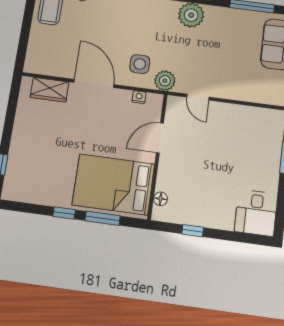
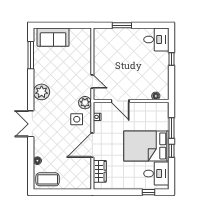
door: (198, 97) -> (92, 82), hinge flipped
desk: (30, 182) -> (156, 174), added
bed: (113, 184) -> (146, 146), moved, turned 90
window: (193, 231) -> (171, 59), moved

